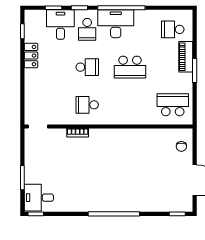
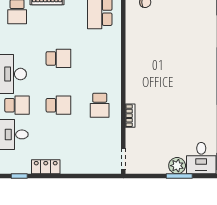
school desk: (87, 67) -> (58, 105), turned 90
school desk: (130, 67) -> (58, 58), width x0.54
plant: (32, 176) -> (177, 166), added

